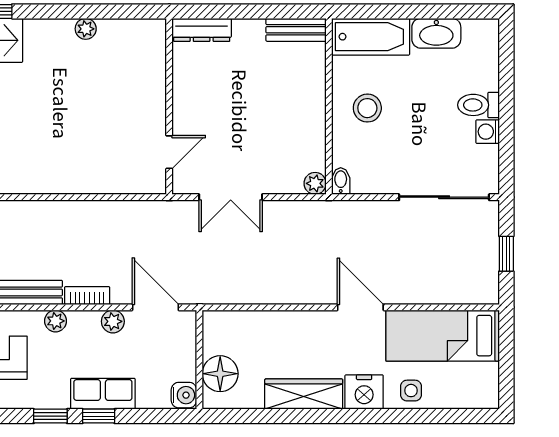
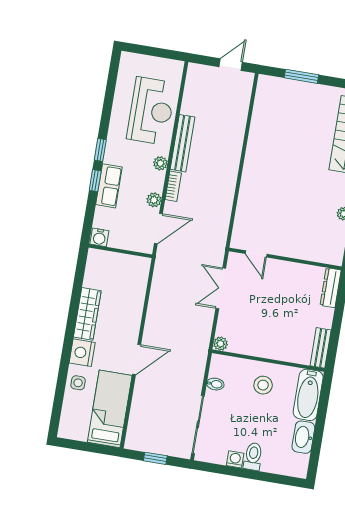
bidet: (341, 181) -> (215, 384), moved
floor lamp: (220, 374) -> (109, 263), removed

